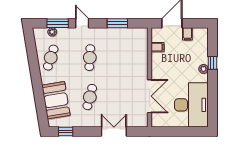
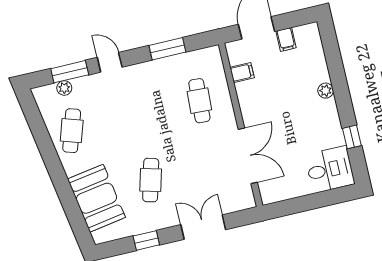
cafe table: (90, 58) -> (199, 101), moved
window: (212, 63) -> (352, 137), moved
desk: (191, 105) -> (330, 169), width x0.53, depth x0.77
window: (66, 131) -> (146, 240), moved

